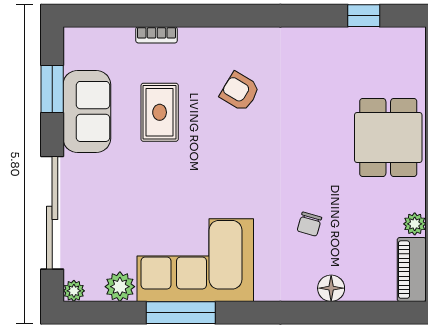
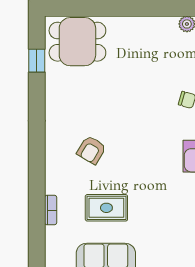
dining table: (388, 137) -> (77, 42), moved

